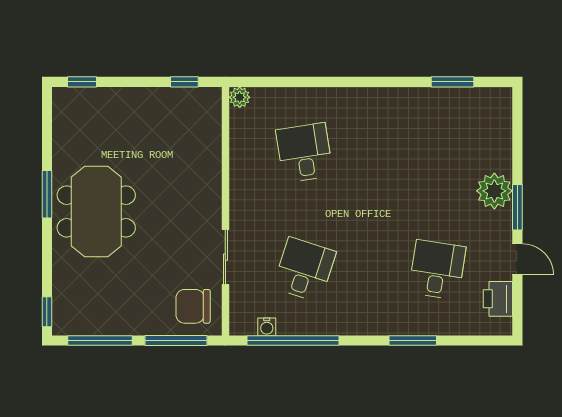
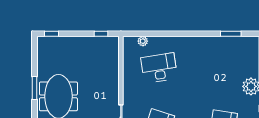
plant: (240, 97) -> (143, 41), moved
desk: (304, 153) -> (159, 68), width x1.37

